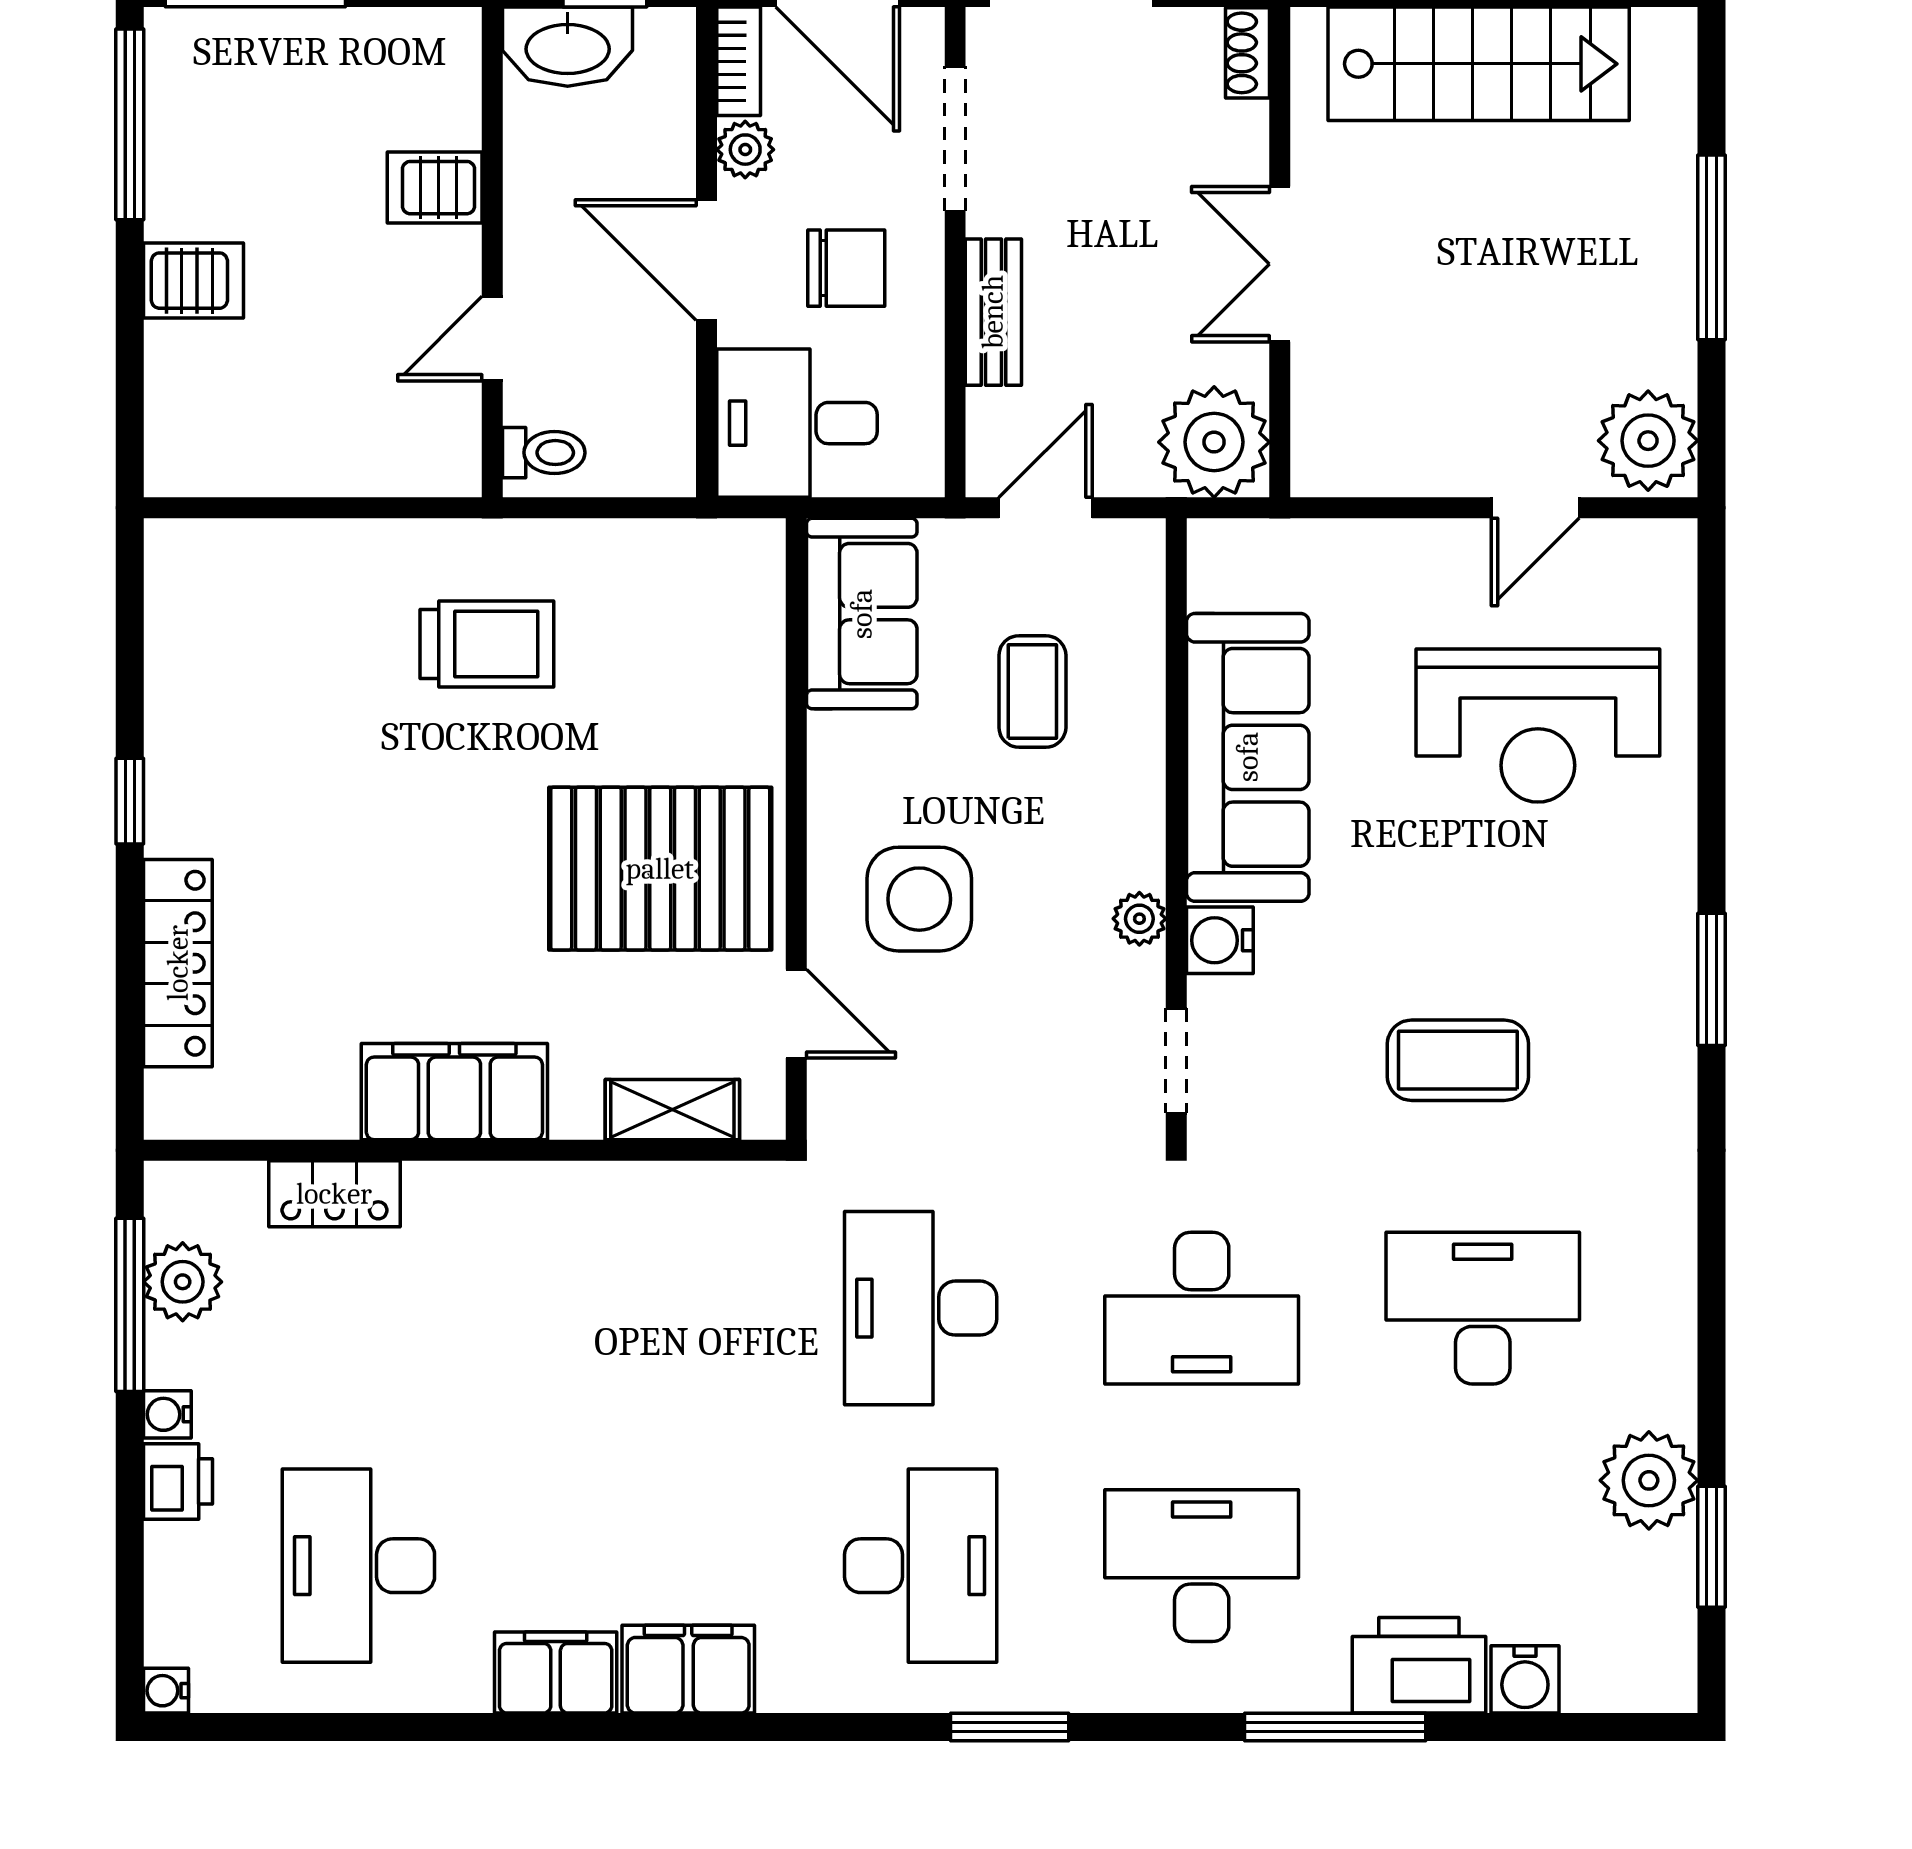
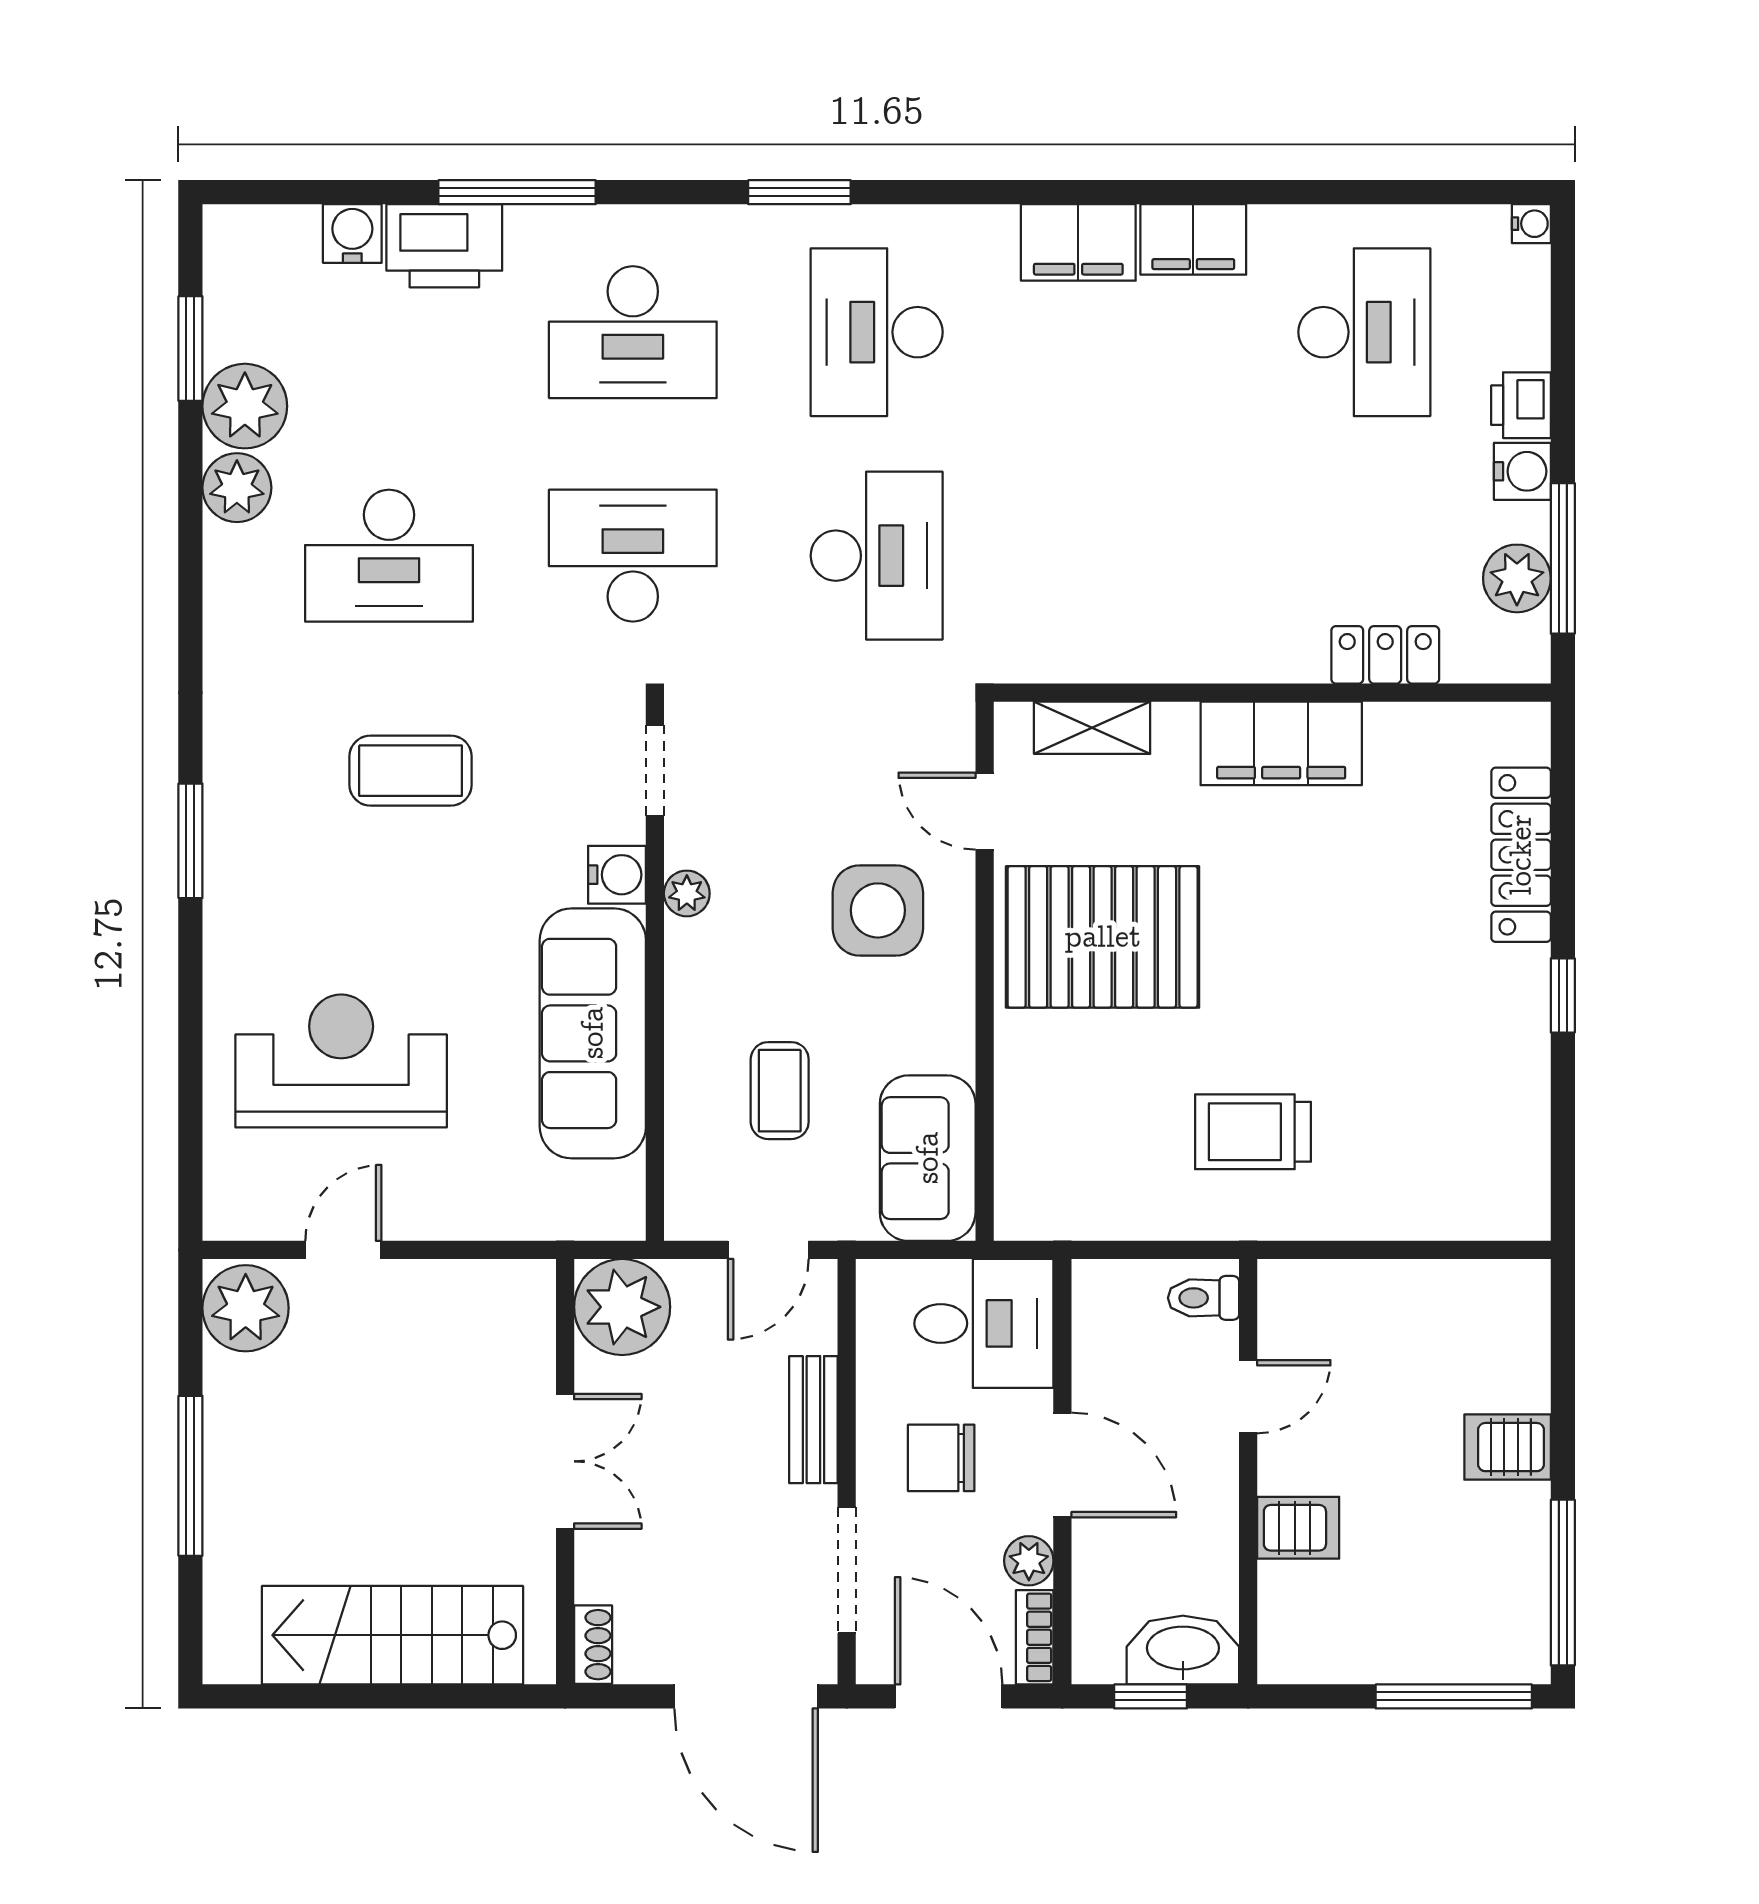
plant: (1658, 1386) -> (237, 488), added
water cooler: (167, 1414) -> (1522, 471), width x1.38, depth x1.38

